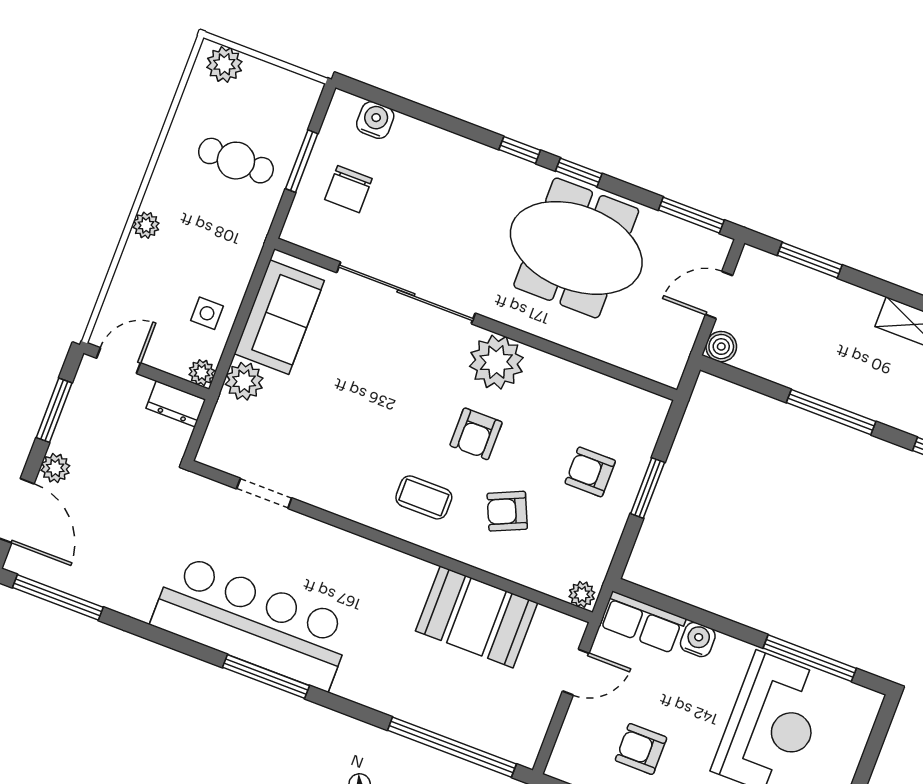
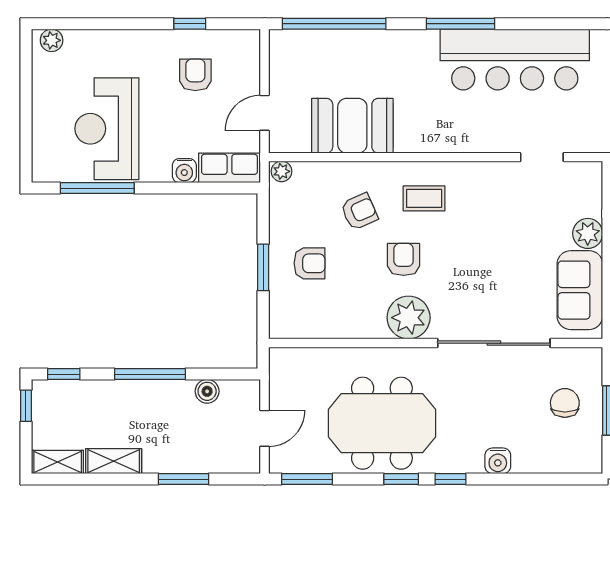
water cooler: (375, 120) -> (498, 461), moved
window: (810, 260) -> (184, 479), moved
boiler: (721, 347) -> (207, 391), moved
window: (266, 677) -> (461, 24), moved
armchair: (641, 749) -> (195, 75), turned -90

